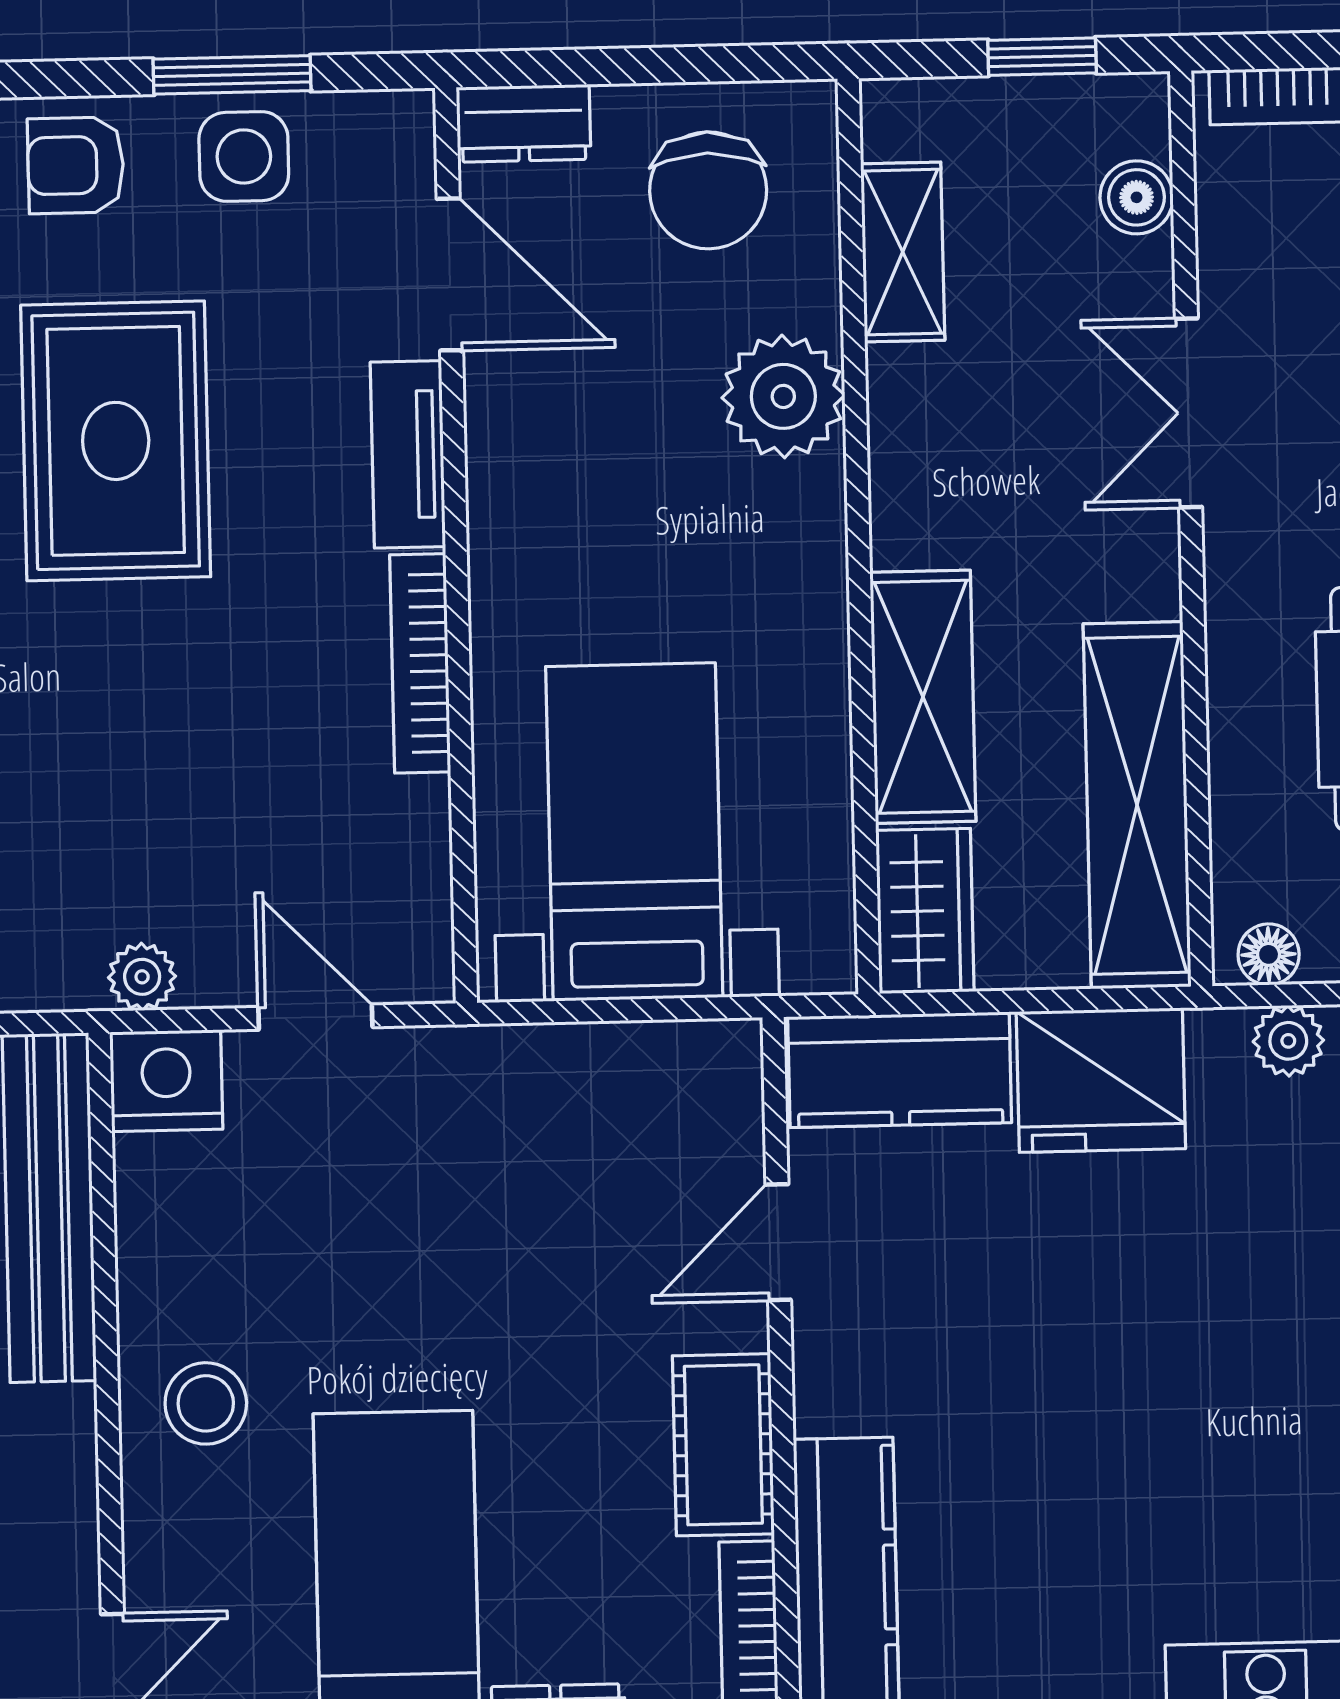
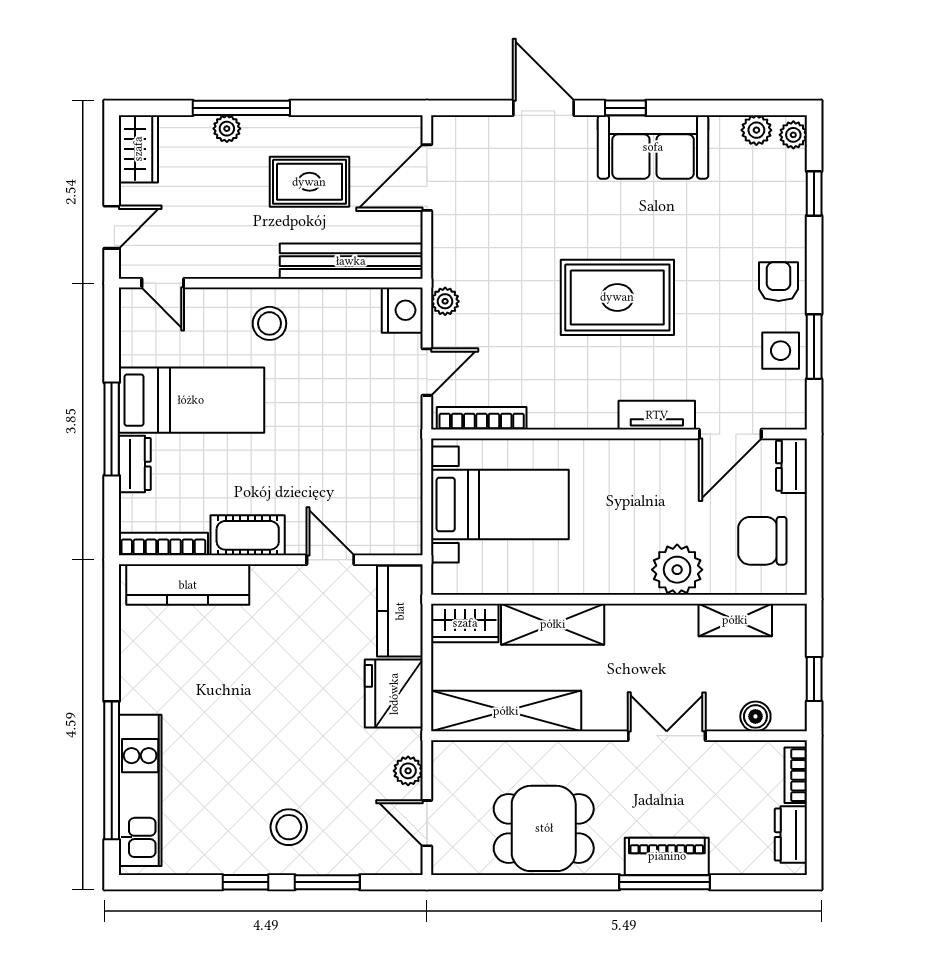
rug: (116, 441) -> (617, 297), moved
bookcase: (420, 663) -> (482, 418), moved
floor lamp: (1269, 954) -> (444, 764), removed

